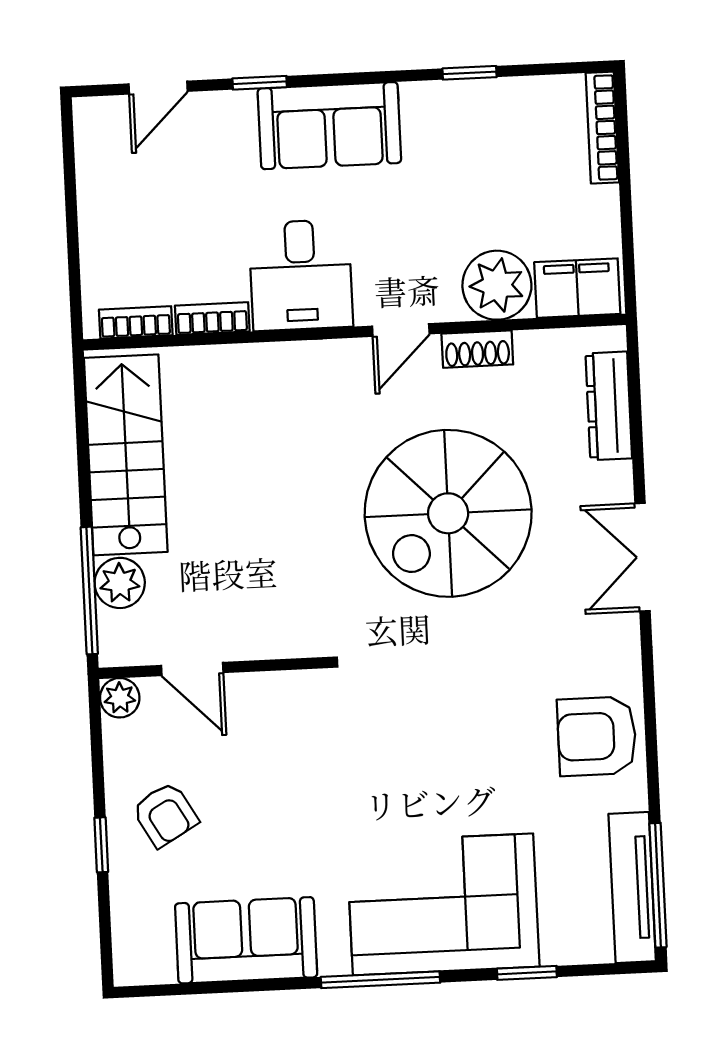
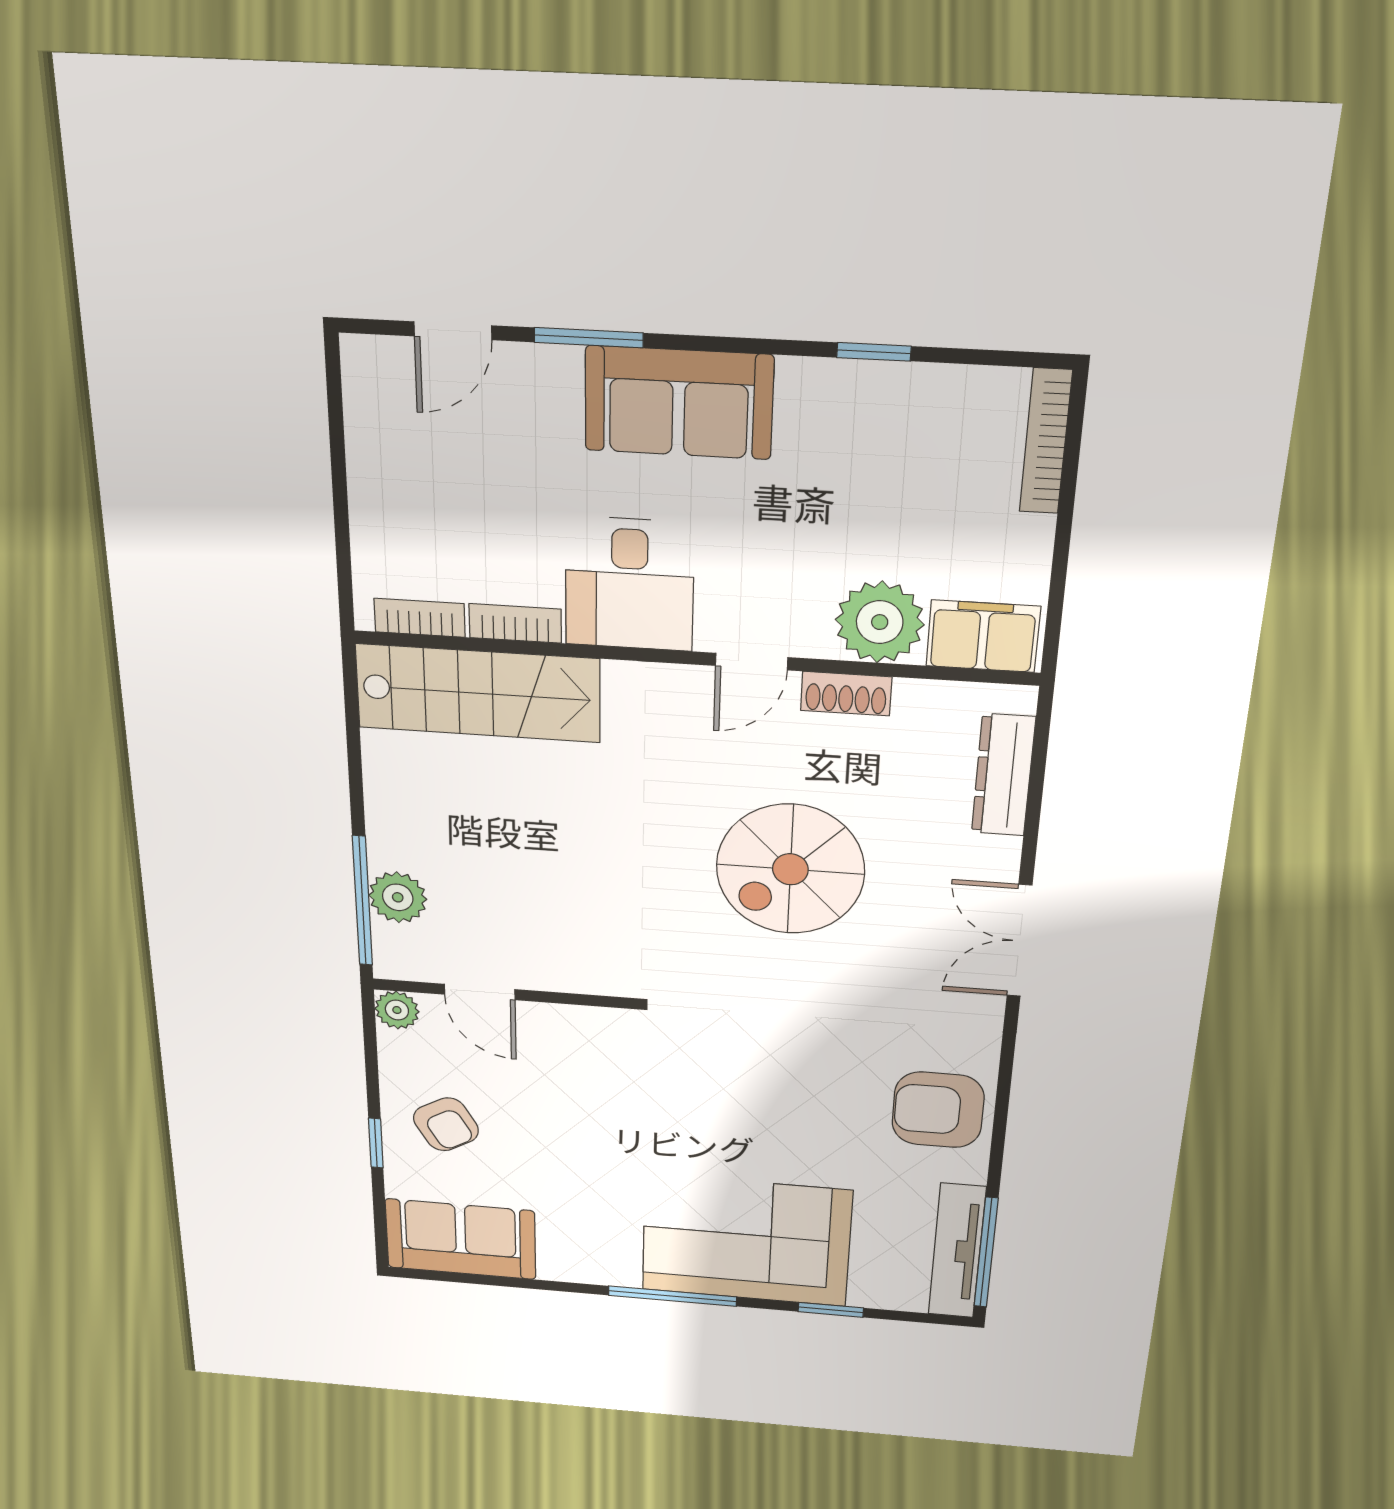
window: (260, 83) -> (589, 338), width x1.50
stairs: (126, 455) -> (478, 693), moved, turned 90
spiral stairs: (448, 513) -> (790, 869), width x0.73, depth x0.73
sofa: (246, 940) -> (461, 1239), moved

